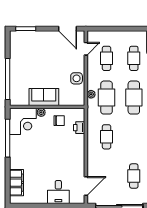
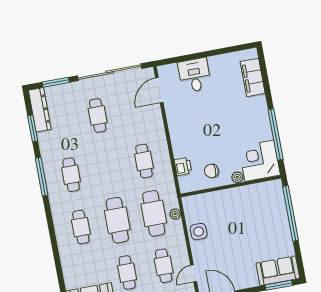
sofa: (44, 97) -> (278, 271), moved, turned 180

